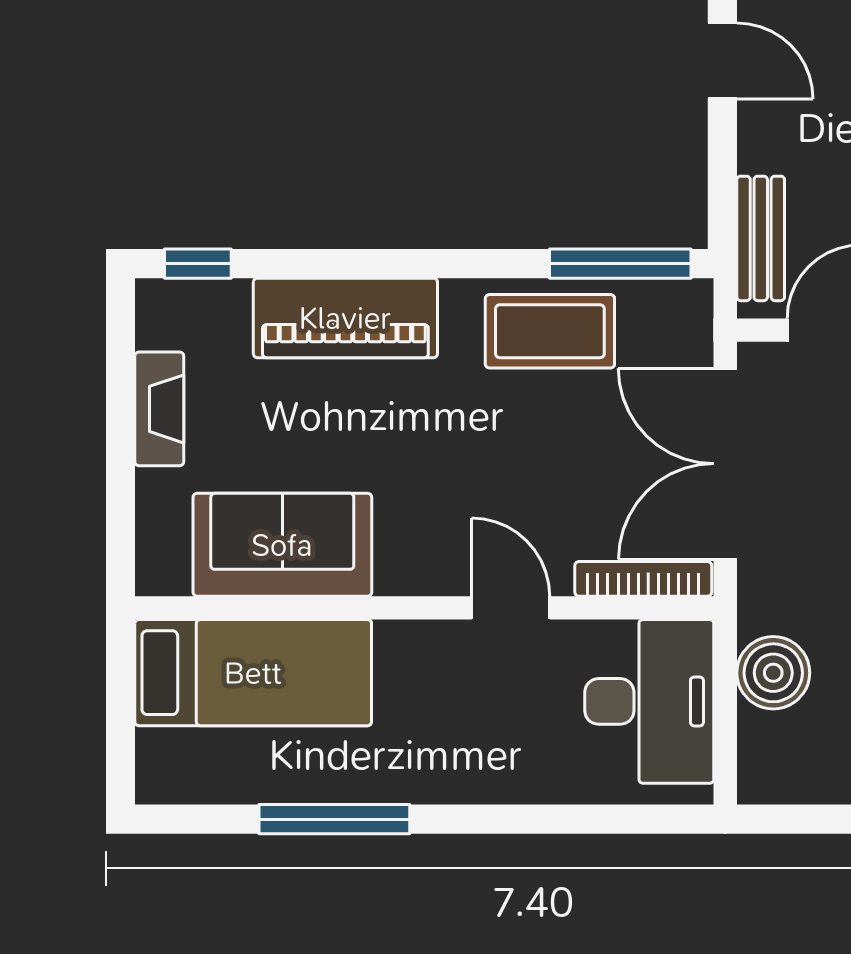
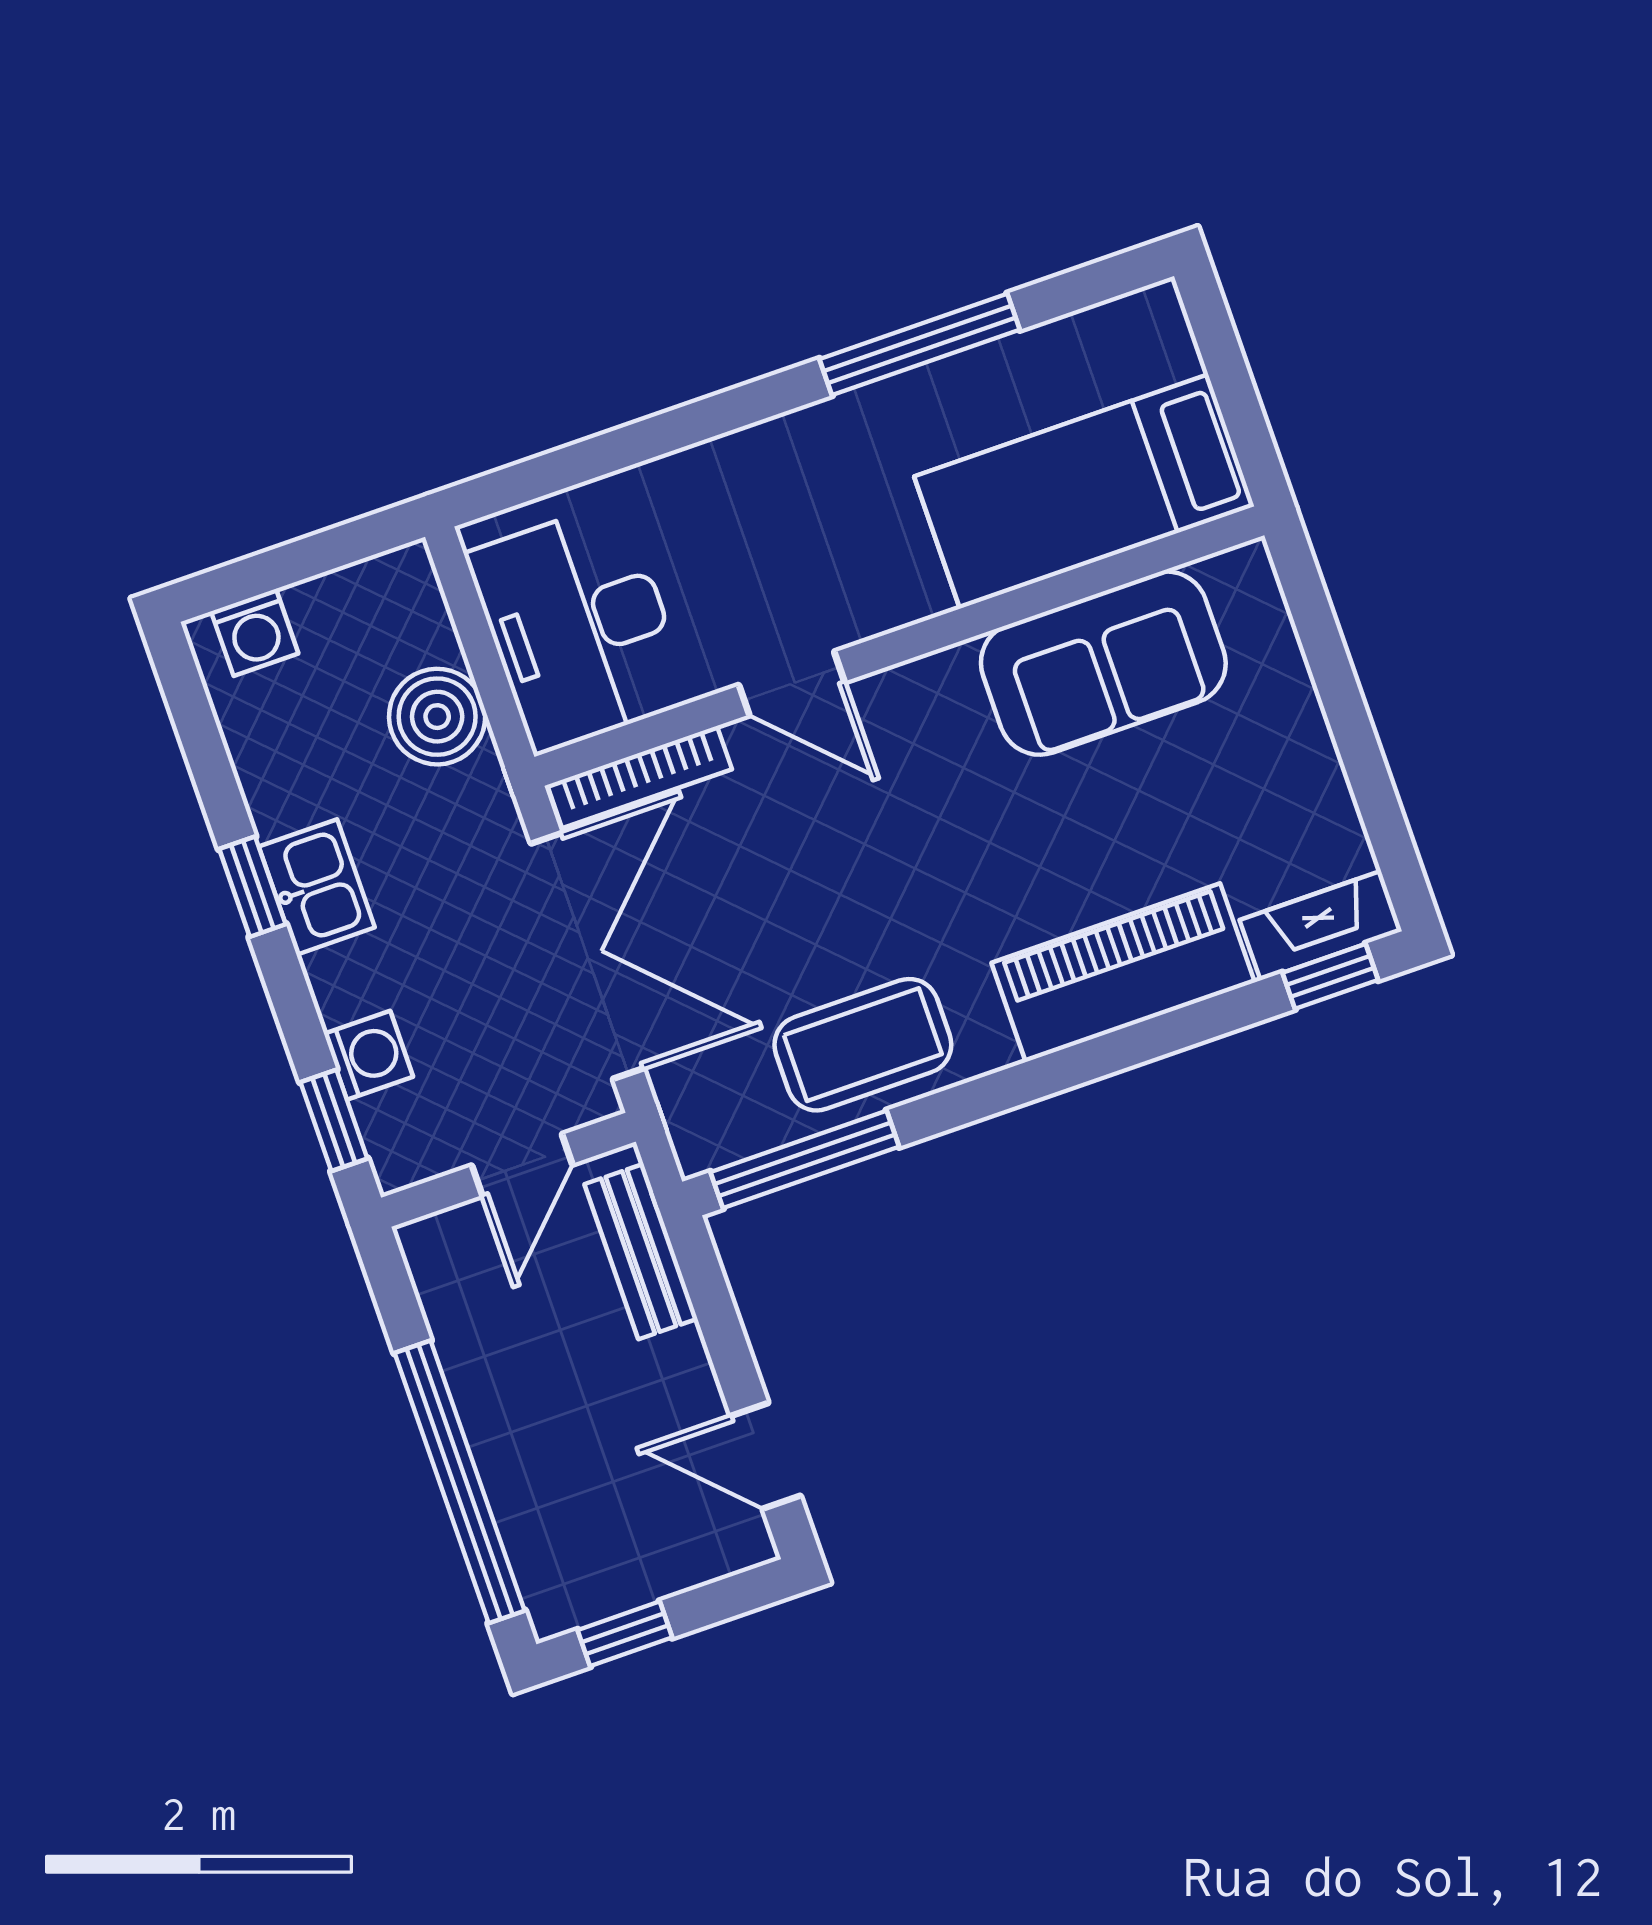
fireplace: (159, 409) -> (1321, 926), moved, turned 90

